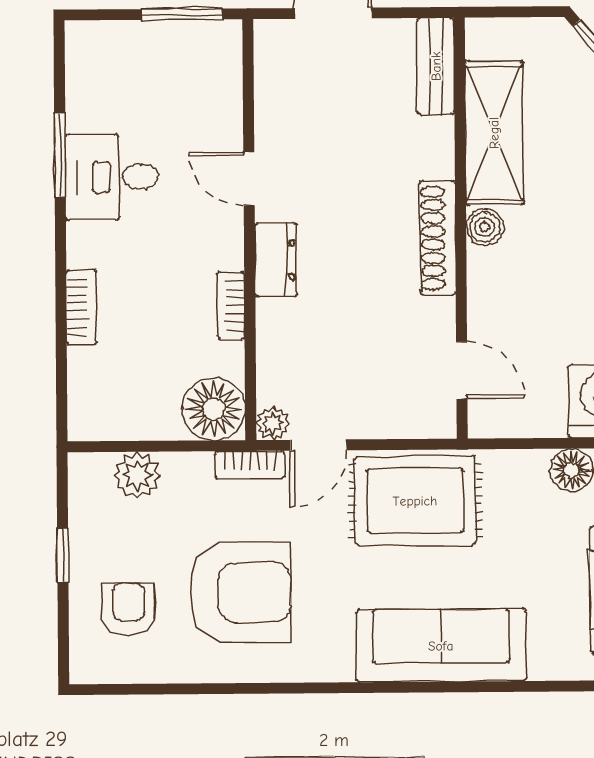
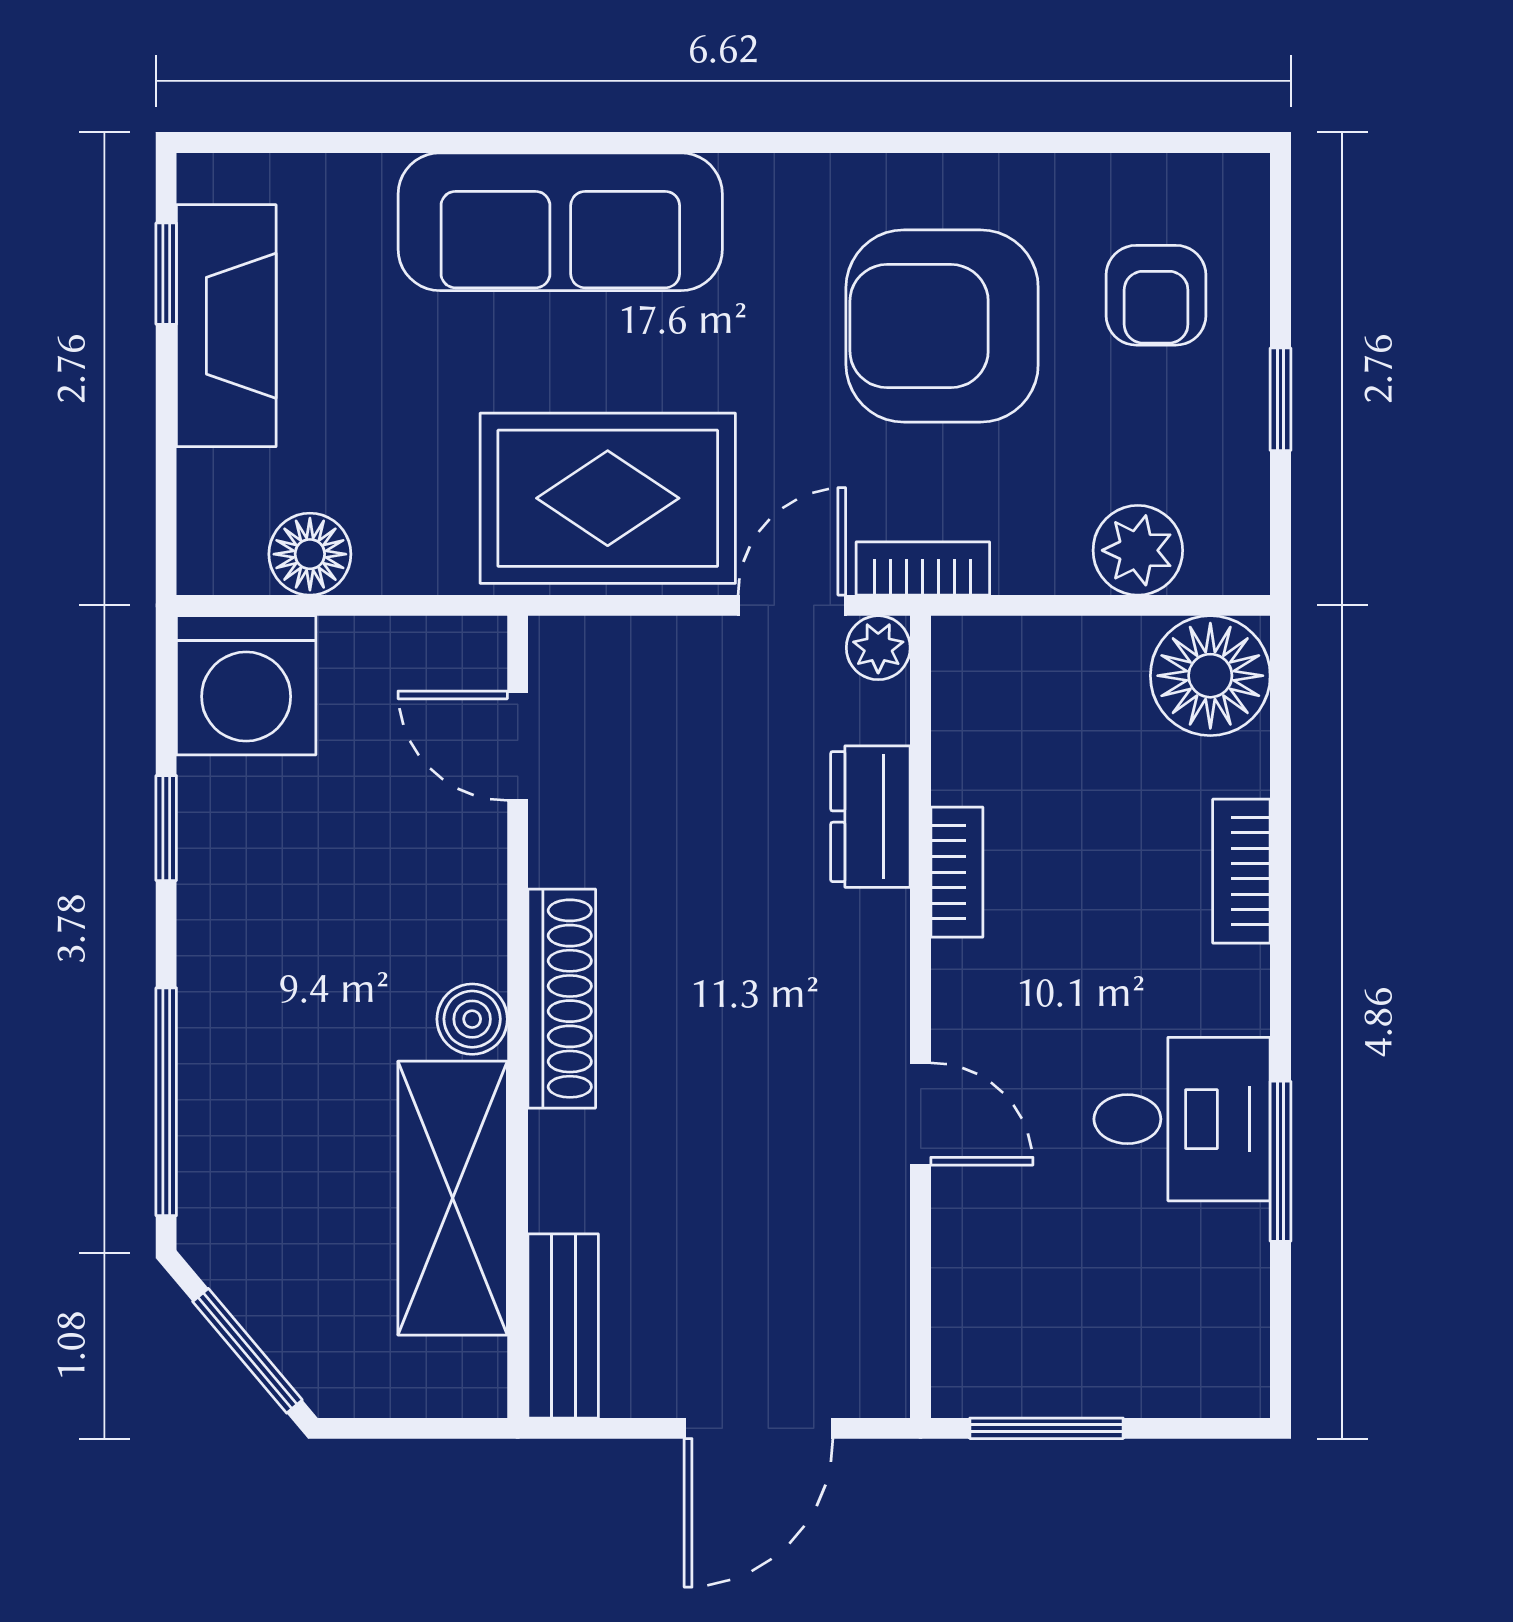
dresser: (276, 260) -> (870, 817), moved
floor lamp: (214, 409) -> (1210, 676), moved

